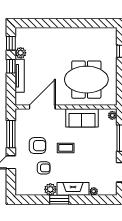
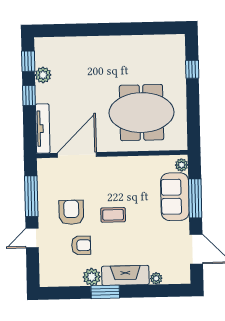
tv unit: (20, 76) -> (43, 129), moved
sofa: (82, 118) -> (175, 197), moved, turned 90
armchair: (38, 146) -> (71, 212), turned -90

